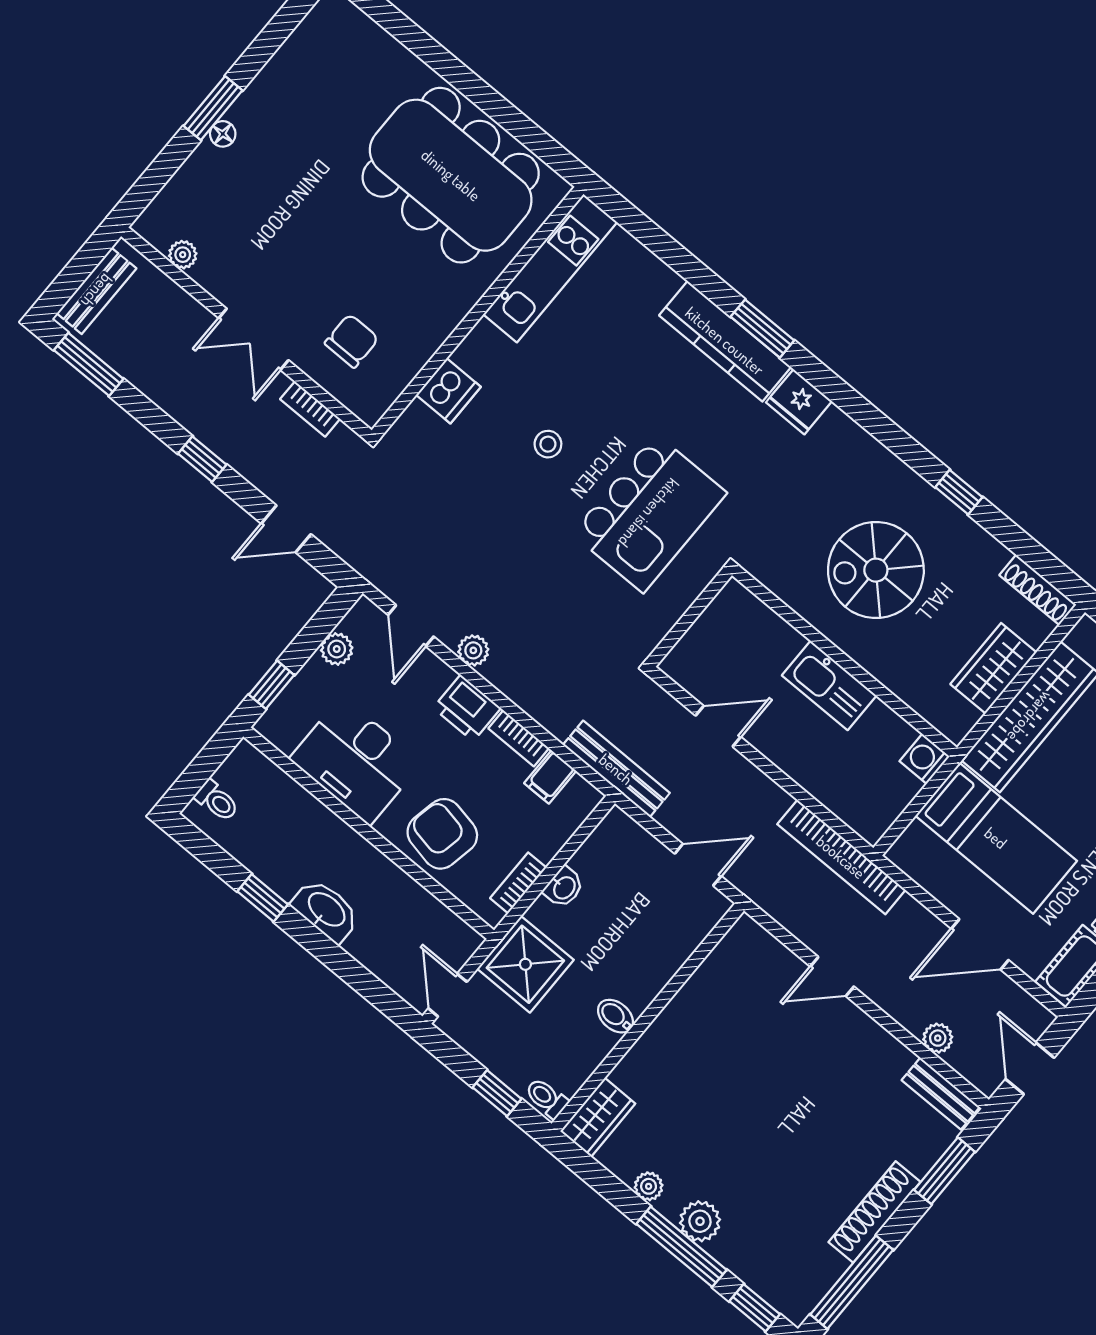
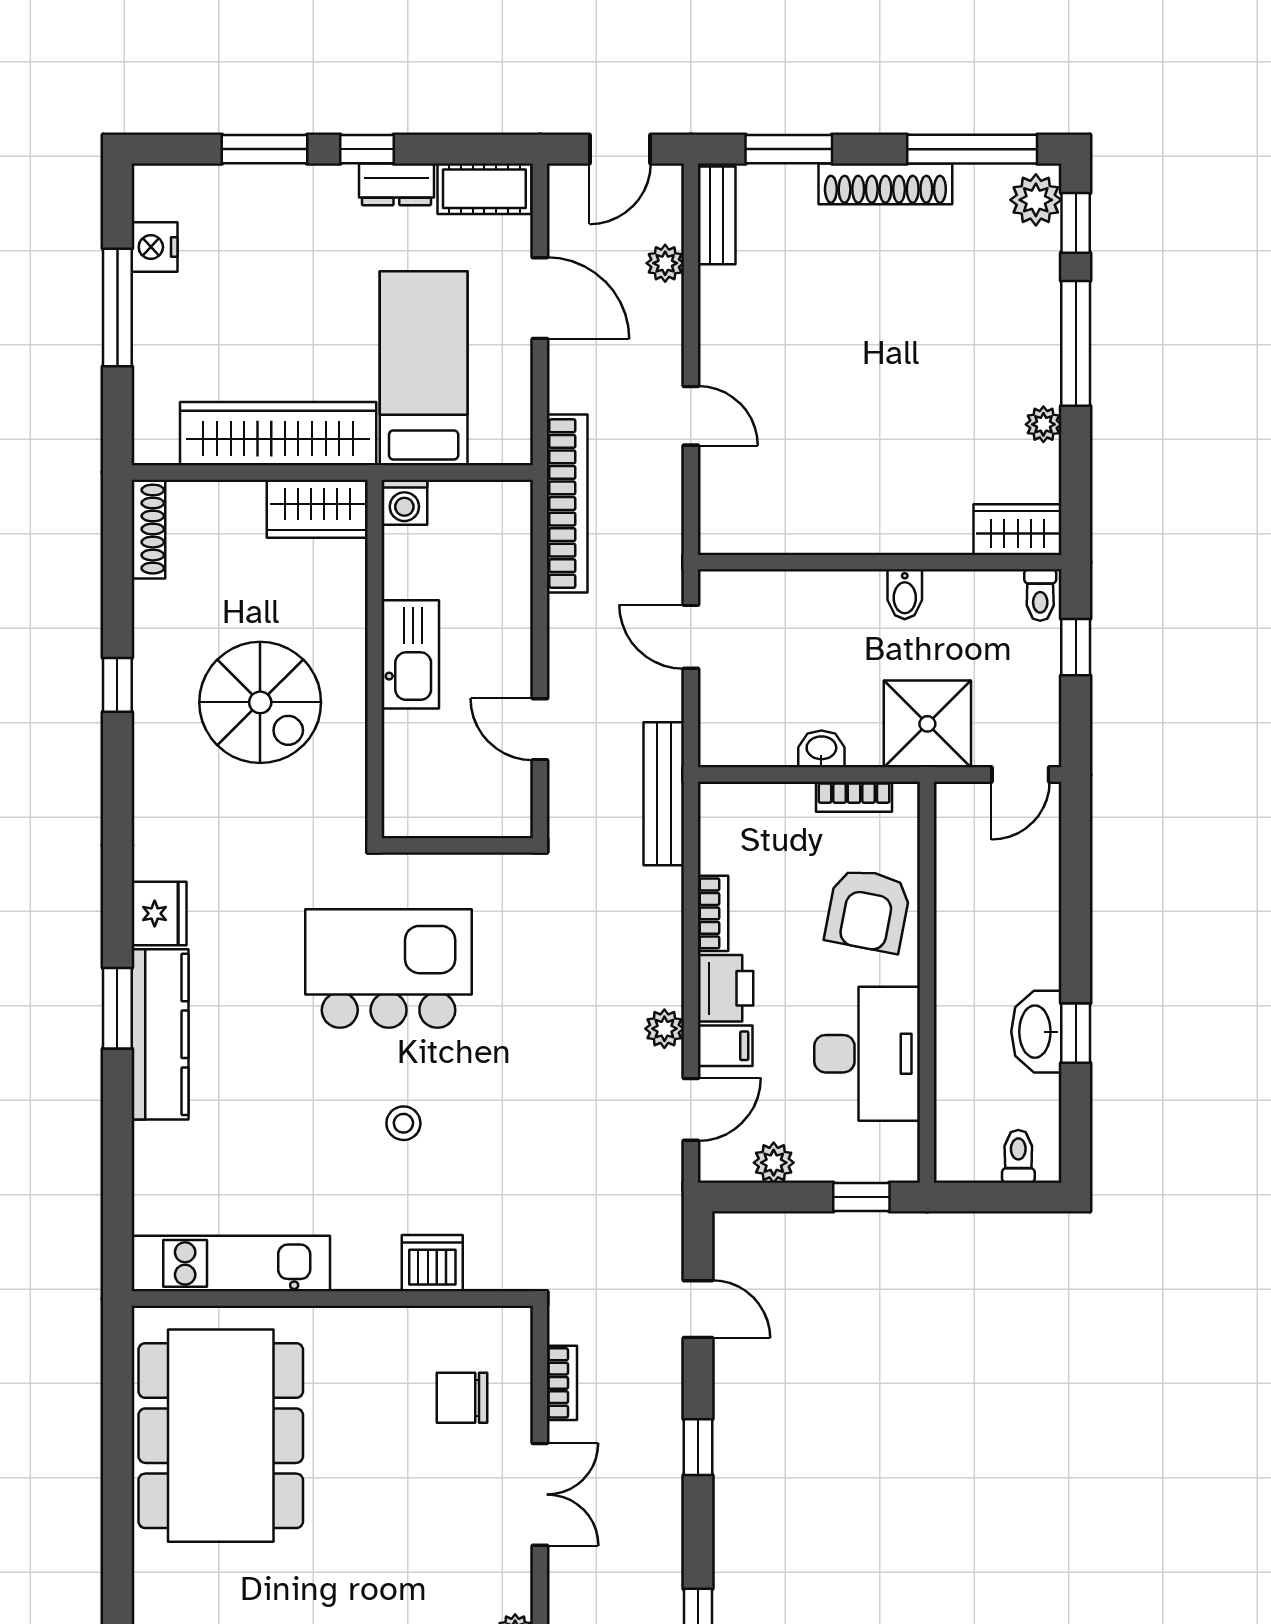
wardrobe: (993, 668) -> (317, 509), moved
filing cabinet: (550, 777) -> (725, 1046), moved
washbasin: (326, 910) -> (1036, 1032), moved
plant: (700, 1221) -> (1036, 200), moved

